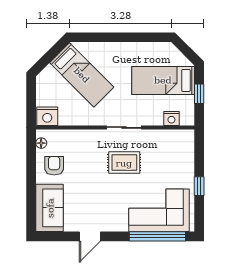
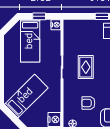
nightstand: (171, 119) -> (56, 25), moved
armchair: (54, 166) -> (88, 103), moved

